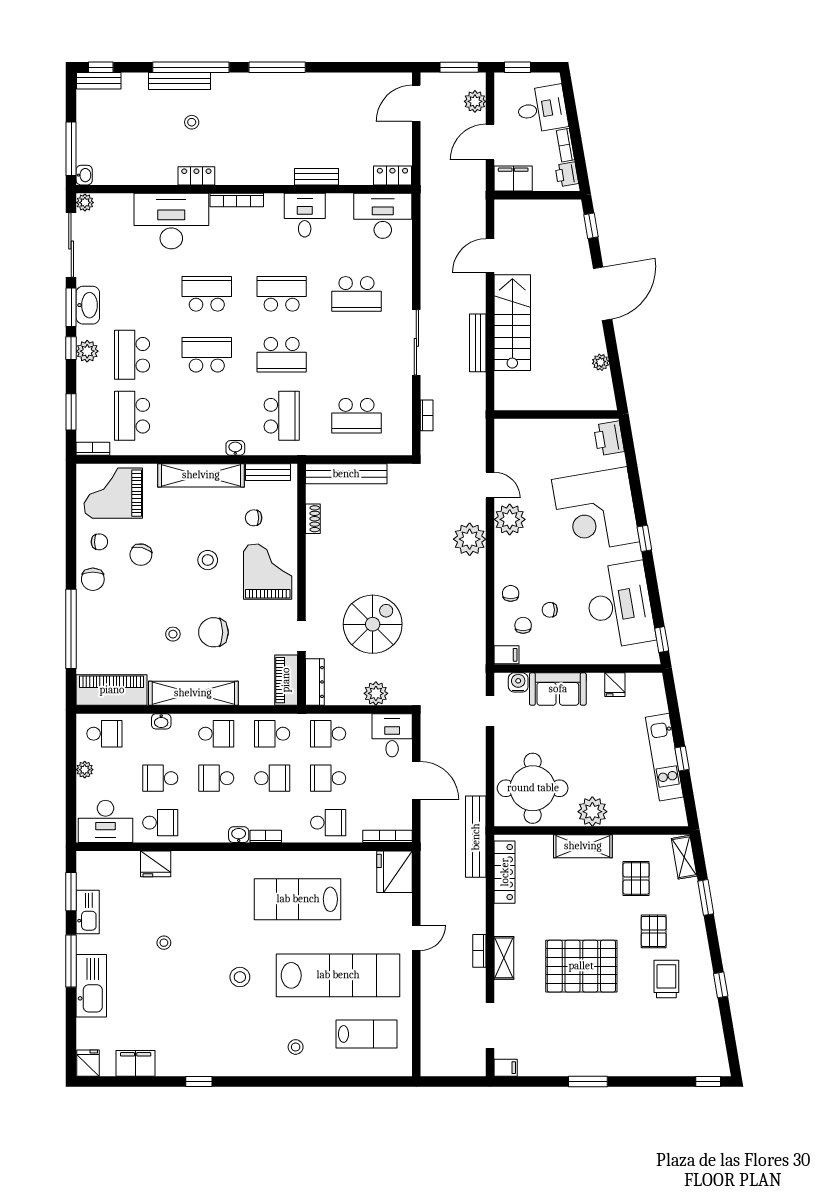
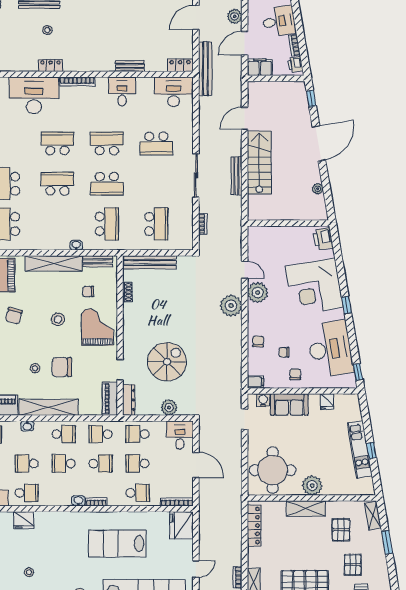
school desk: (356, 416) -> (156, 224), turned -90
chair: (523, 625) -> (295, 374), moved
bench: (476, 837) -> (205, 69), moved

